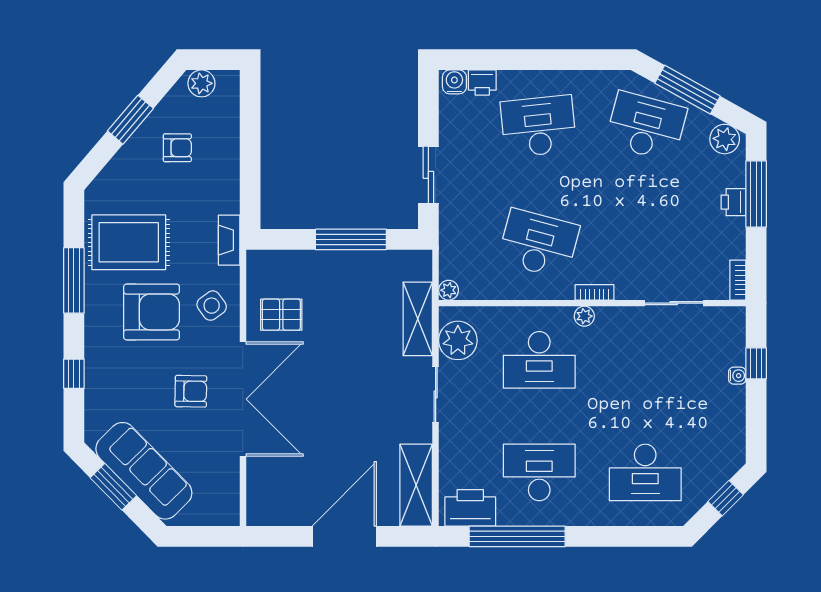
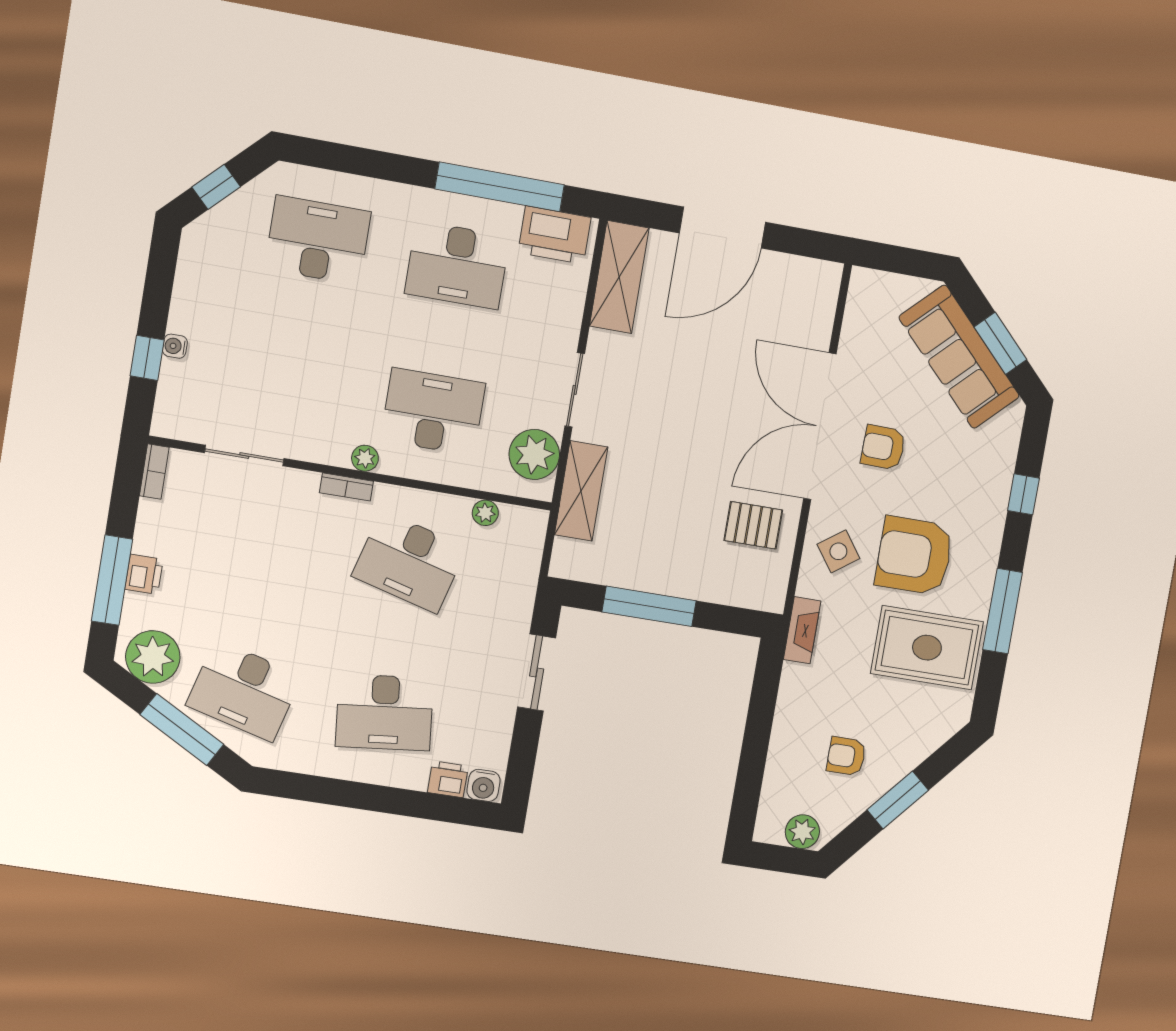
plant: (725, 139) -> (153, 657), width x1.36, depth x1.36
plant: (449, 290) -> (485, 513), moved

